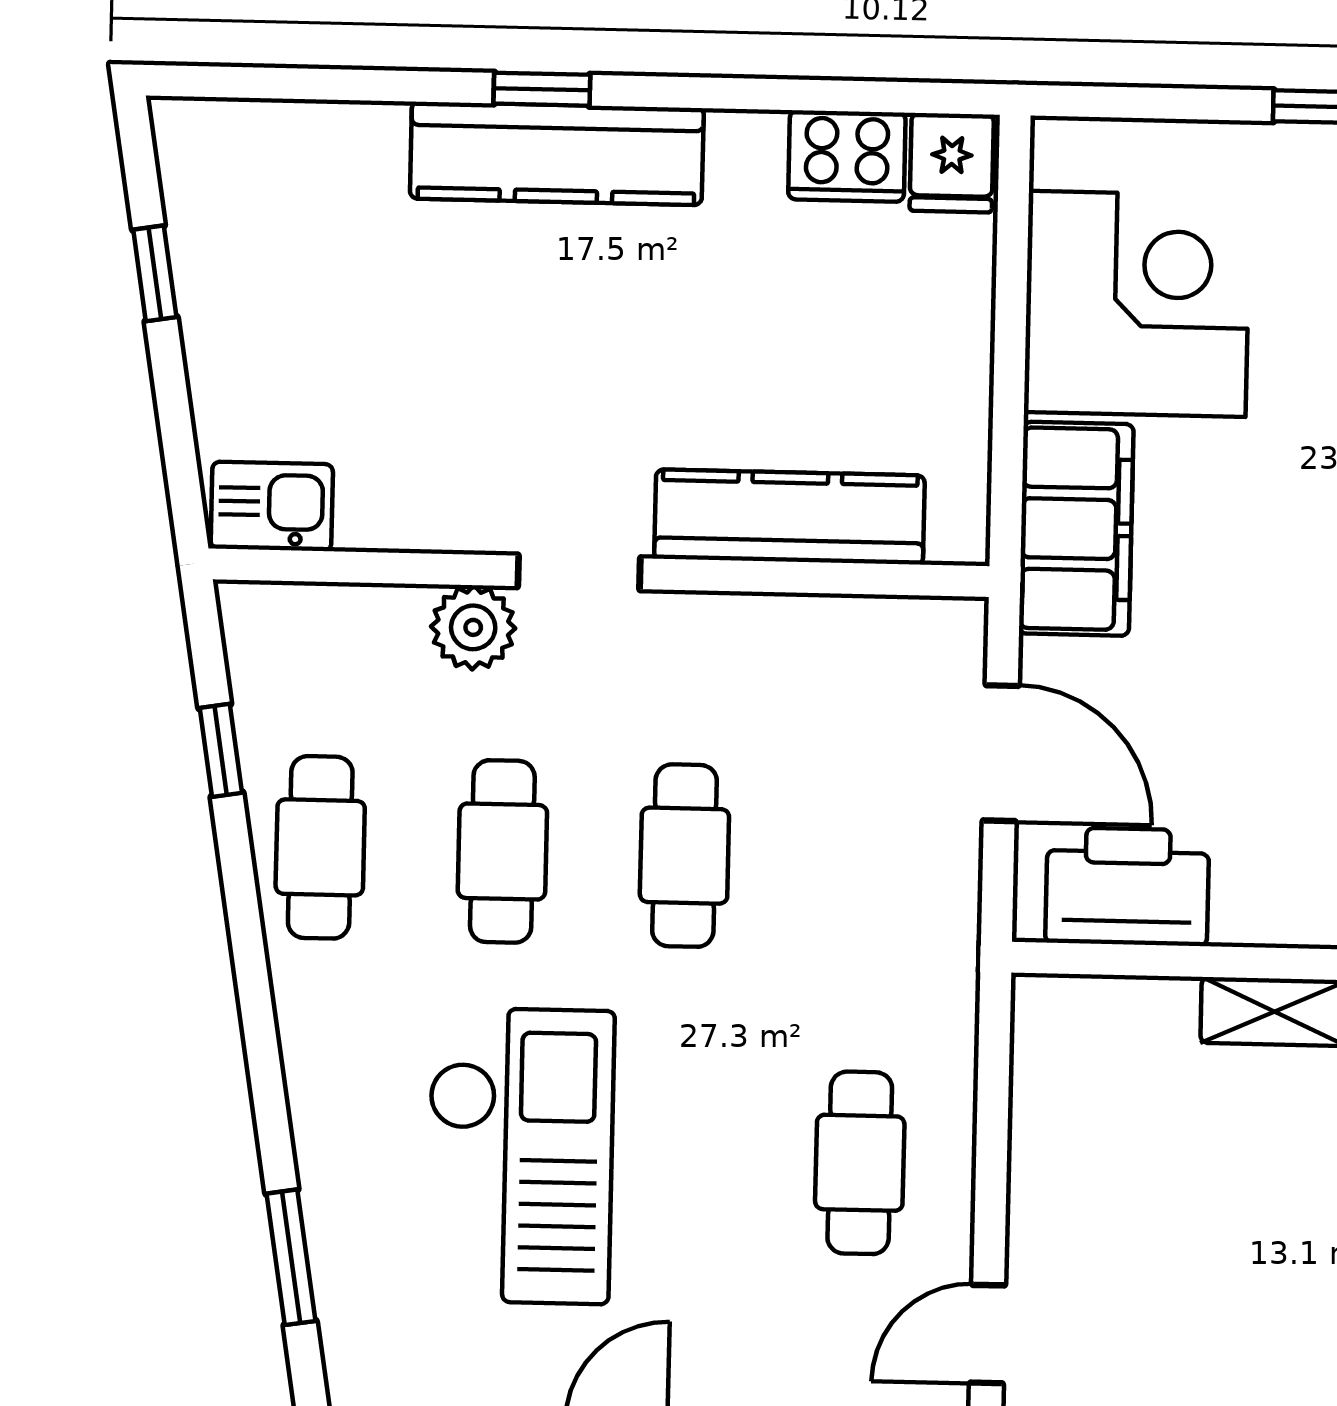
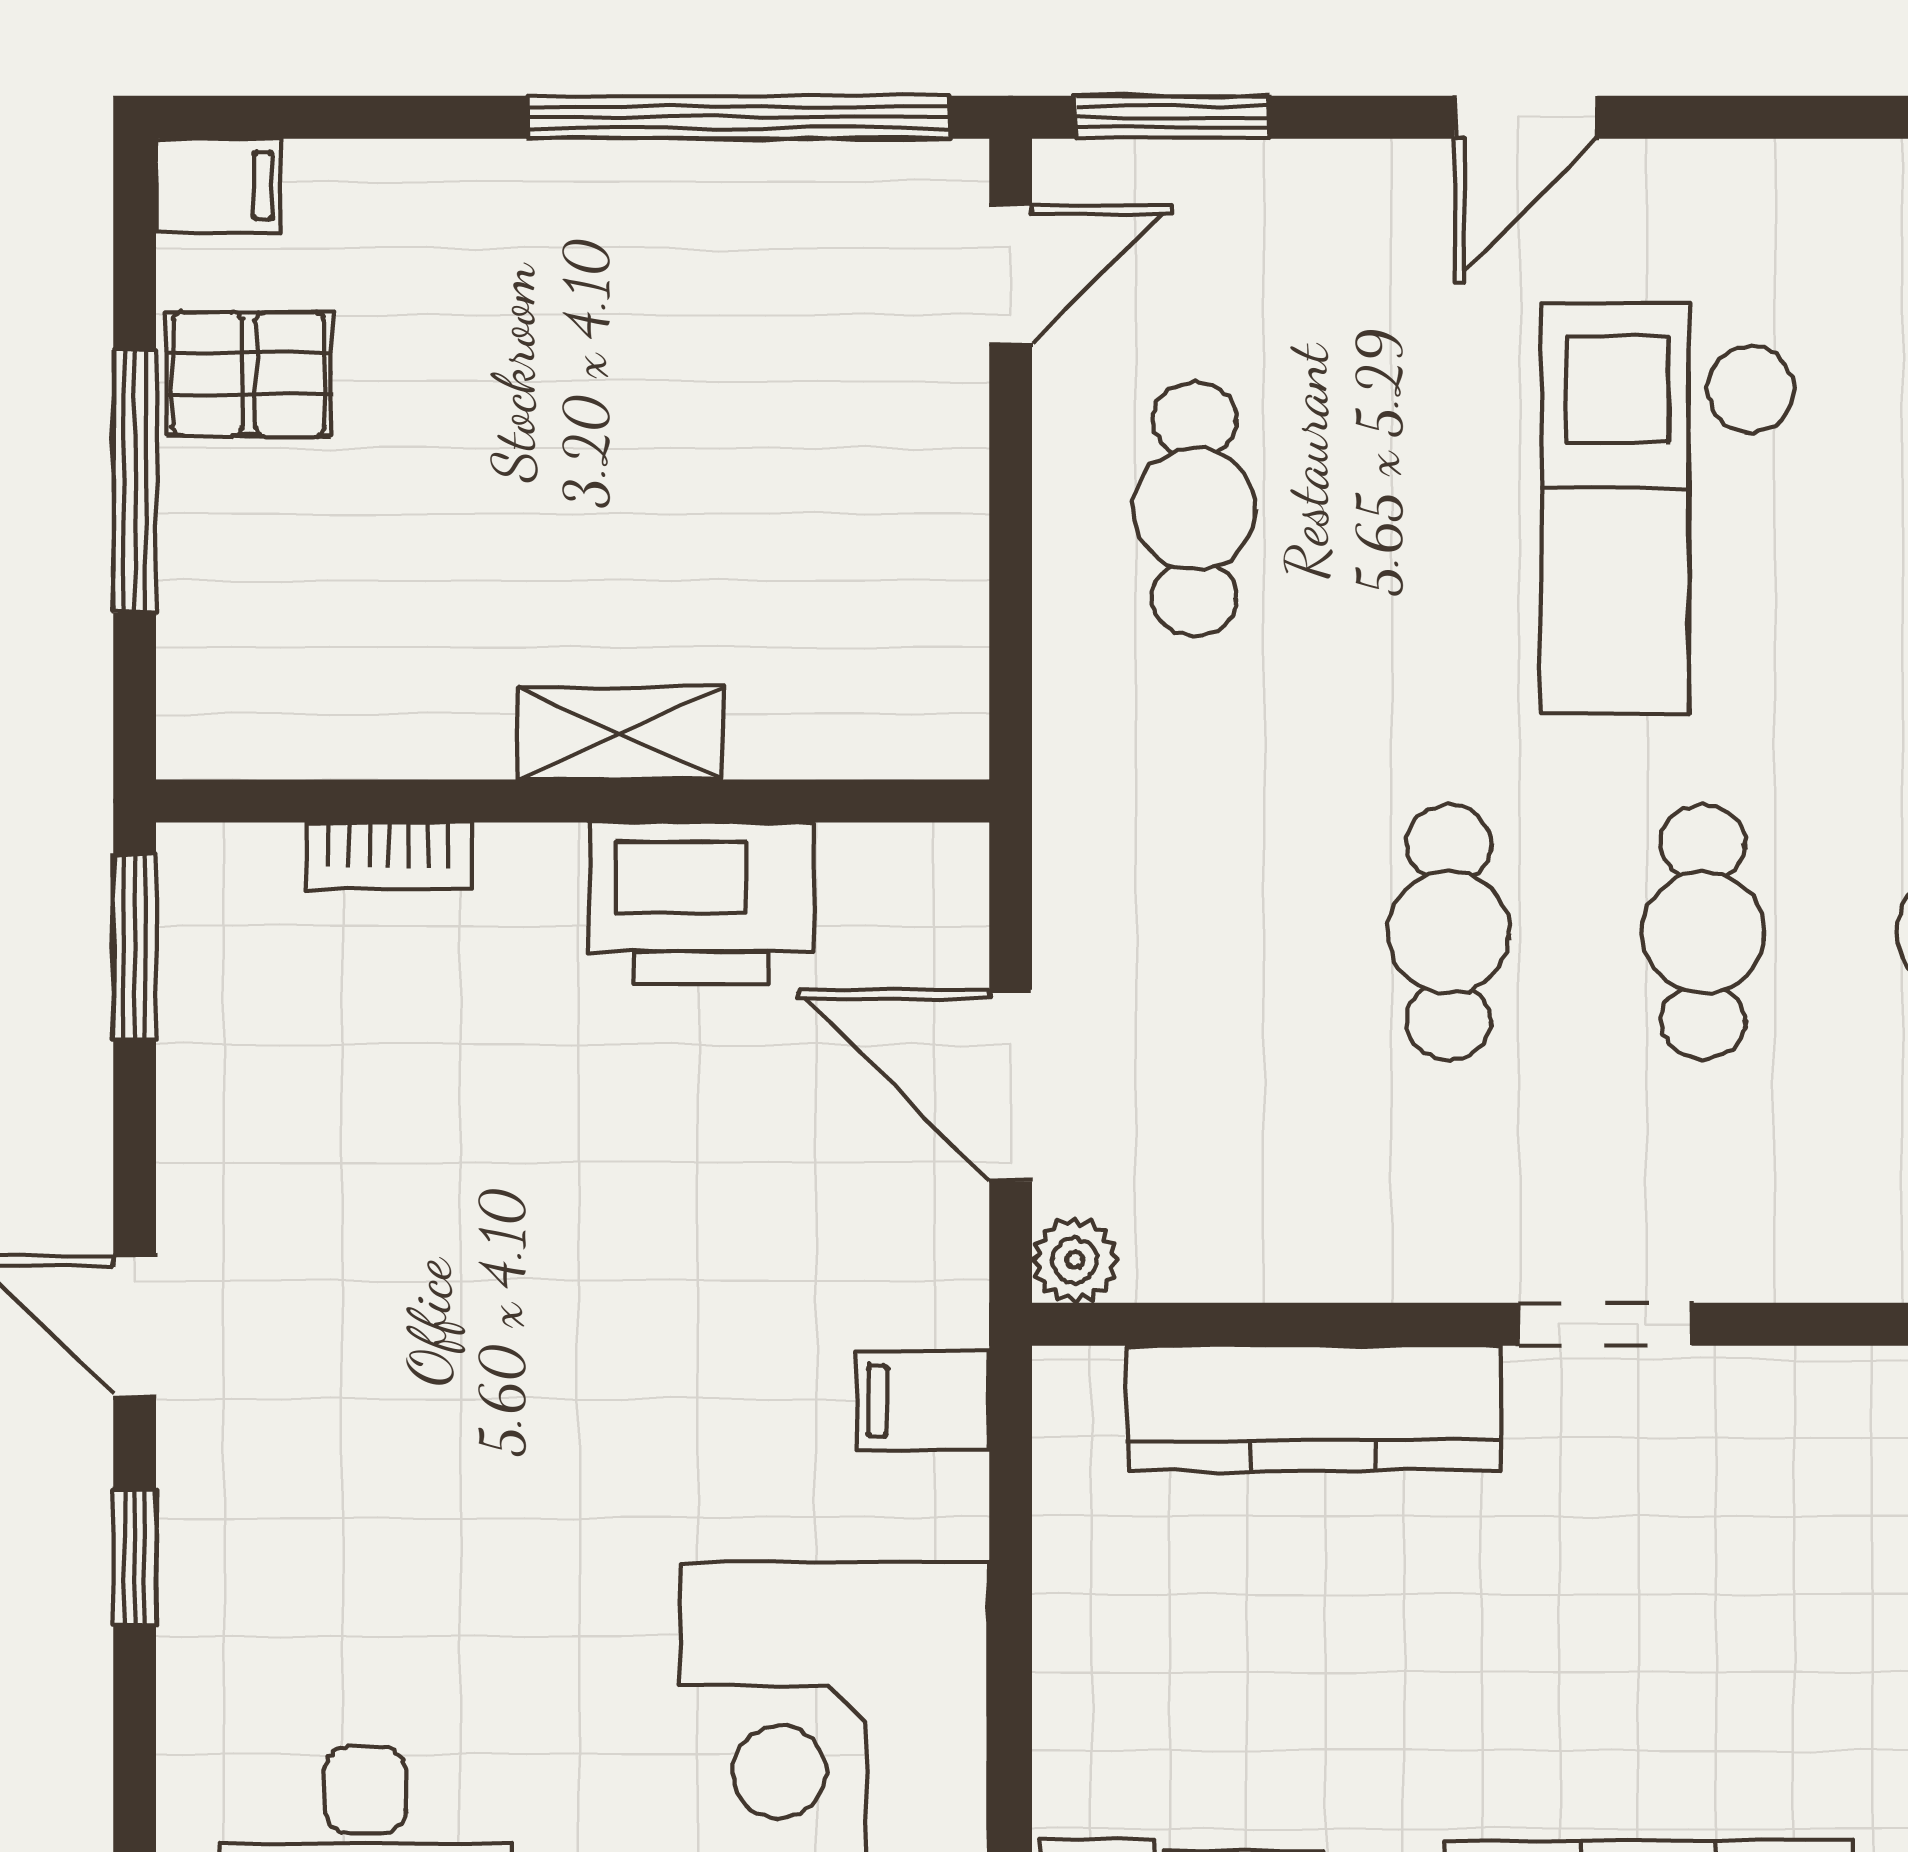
filing cabinet: (1076, 529) -> (923, 1401), width x0.33, depth x0.86
plant: (473, 627) -> (1075, 1260), moved, width x0.73, depth x0.73
printer: (1127, 887) -> (701, 903), moved

